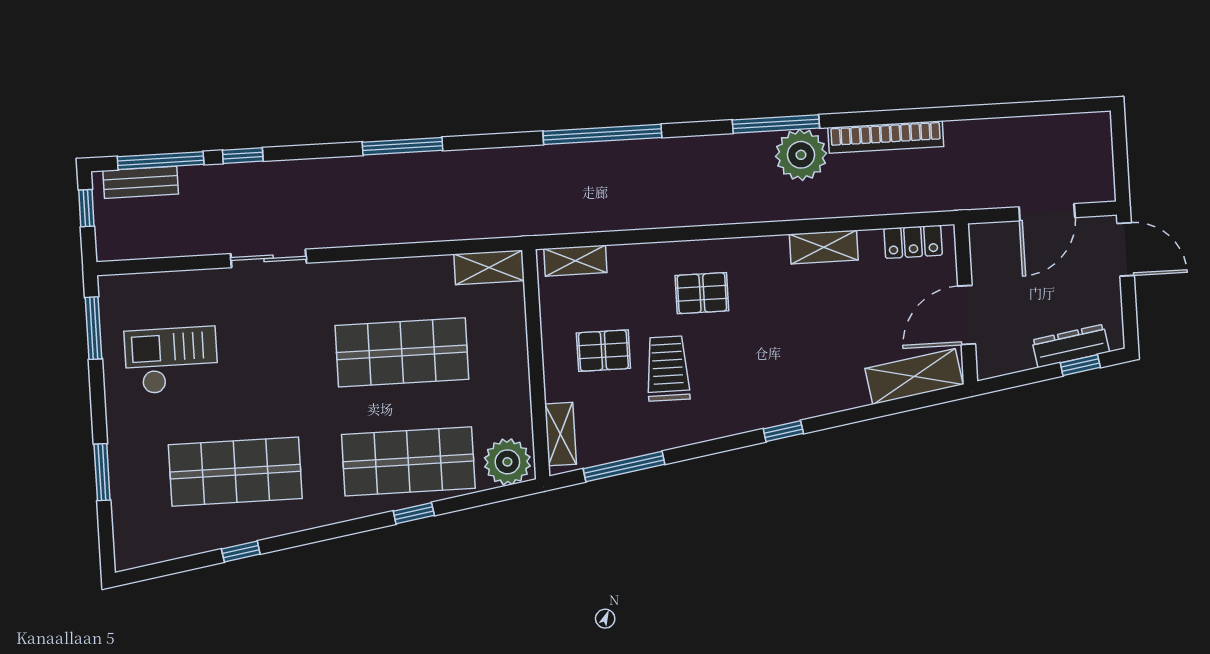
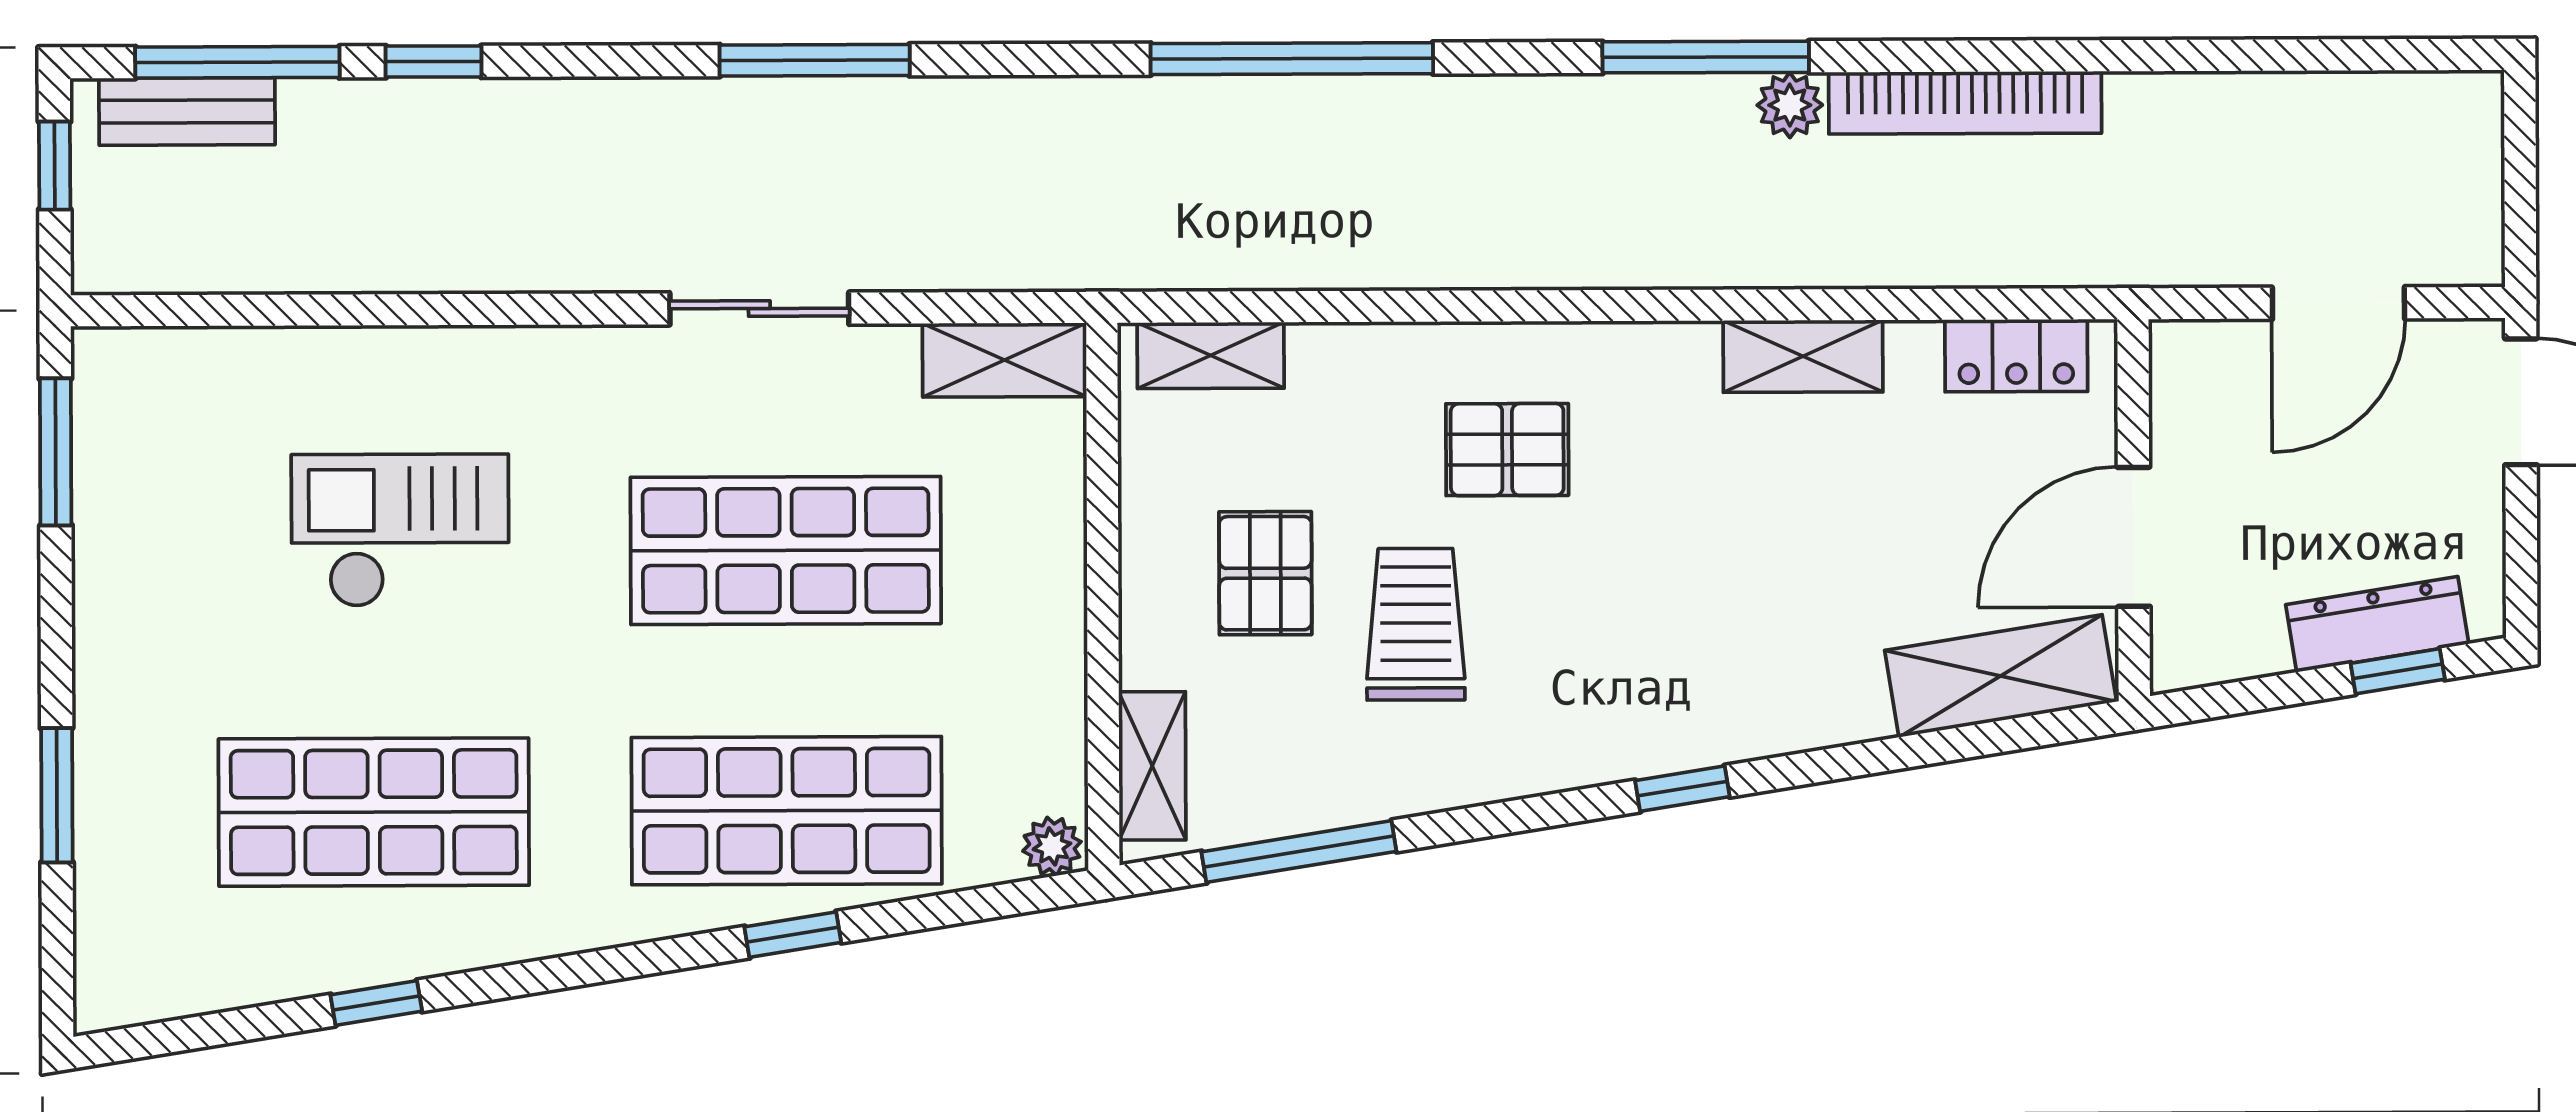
plant: (801, 155) -> (1790, 105), width x0.53, depth x0.53
sliding door: (269, 258) -> (759, 309), moved
pallet: (603, 351) -> (1265, 573), turned 90
checkout: (171, 360) -> (400, 531), moved
plant: (507, 462) -> (1052, 846), width x0.53, depth x0.53

